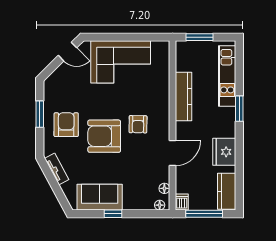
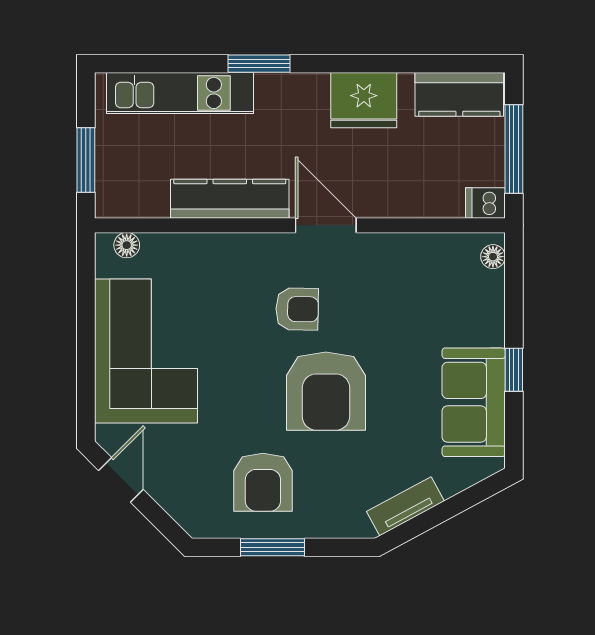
armchair: (66, 125) -> (263, 482), moved, turned -90
door: (173, 153) -> (326, 225), moved
floor lamp: (164, 188) -> (127, 245), moved

